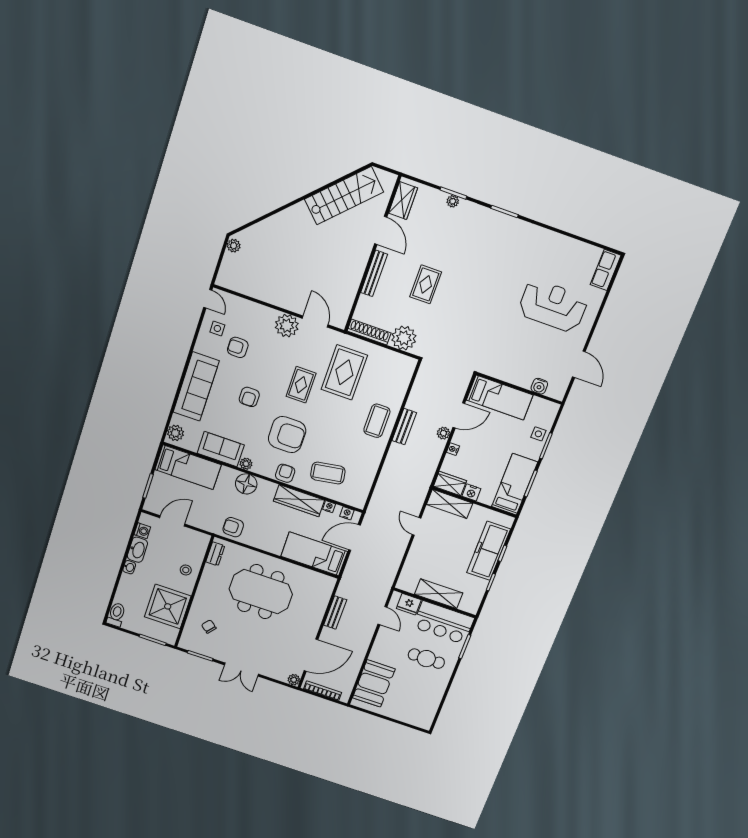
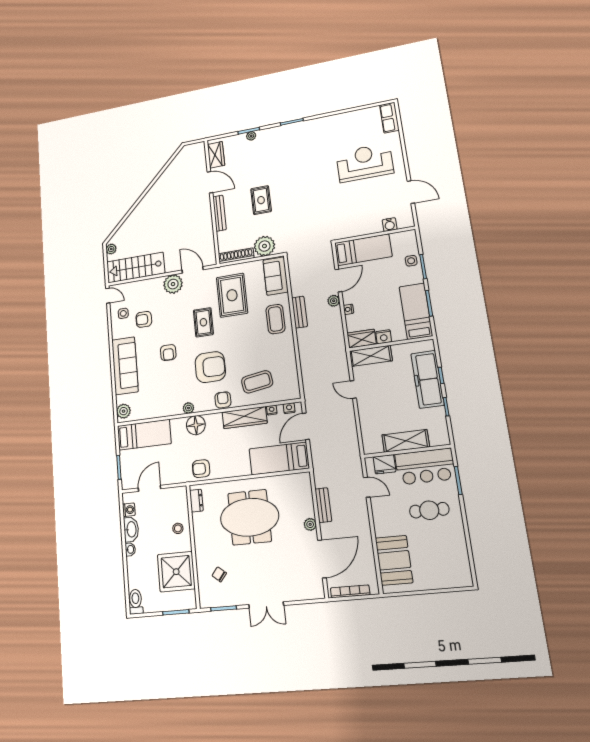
stairs: (344, 196) -> (136, 268), moved, turned -135
sofa: (221, 449) -> (276, 276), moved, turned -90
plant: (294, 680) -> (310, 524), moved

